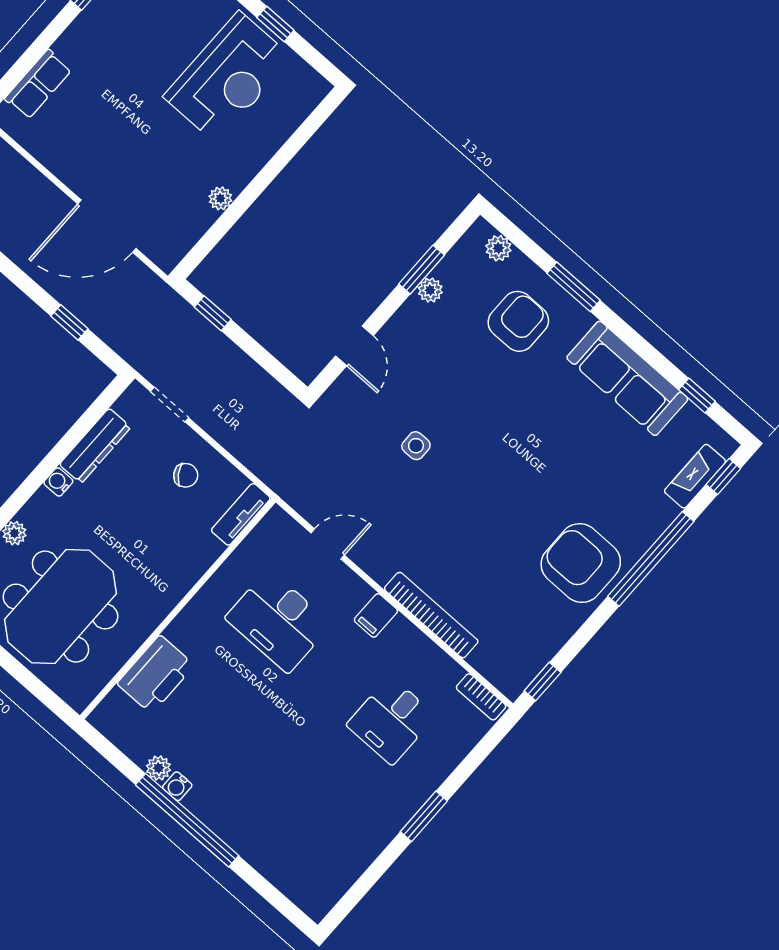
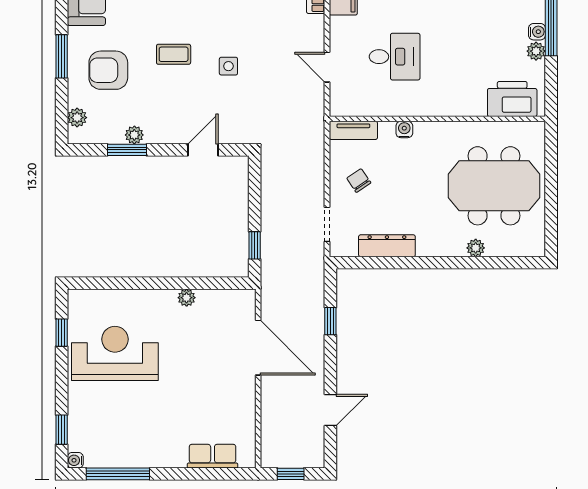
window: (275, 24) -> (62, 333), moved
coffee table: (476, 401) -> (174, 54), added
water cooler: (58, 482) -> (404, 129), moved, turned 180
desk: (278, 621) -> (395, 57), width x0.73
printer: (156, 674) -> (512, 99), moved

